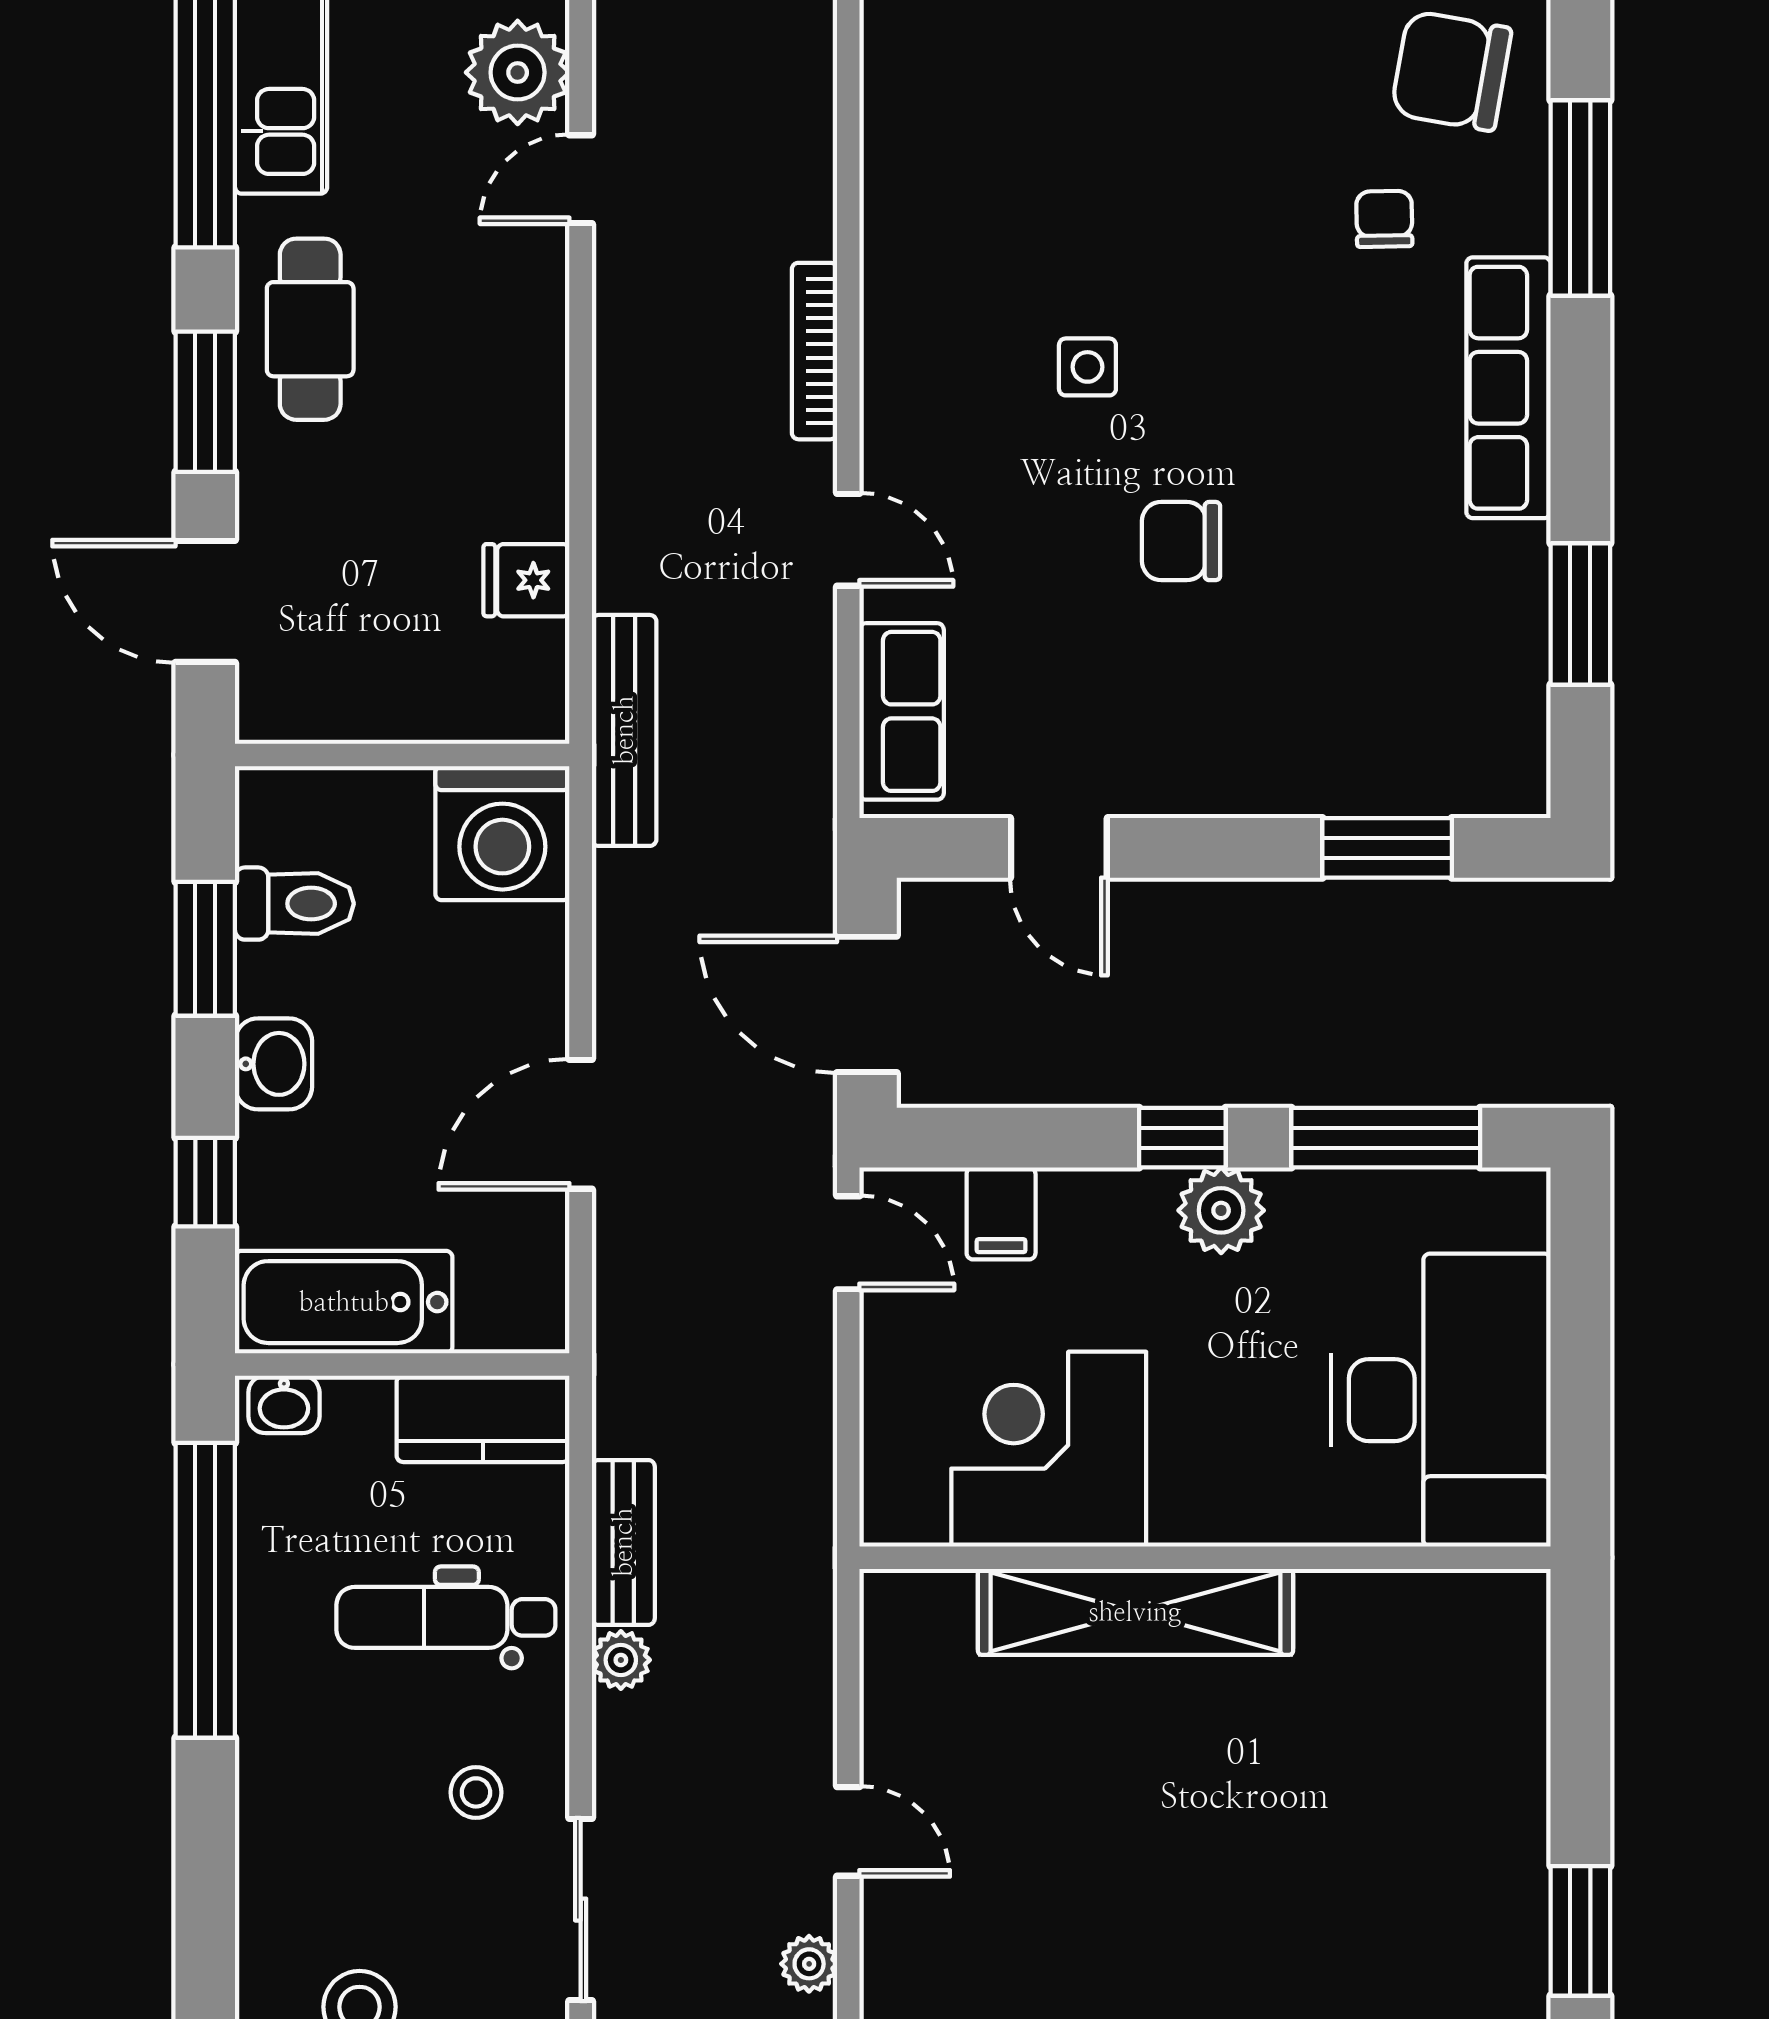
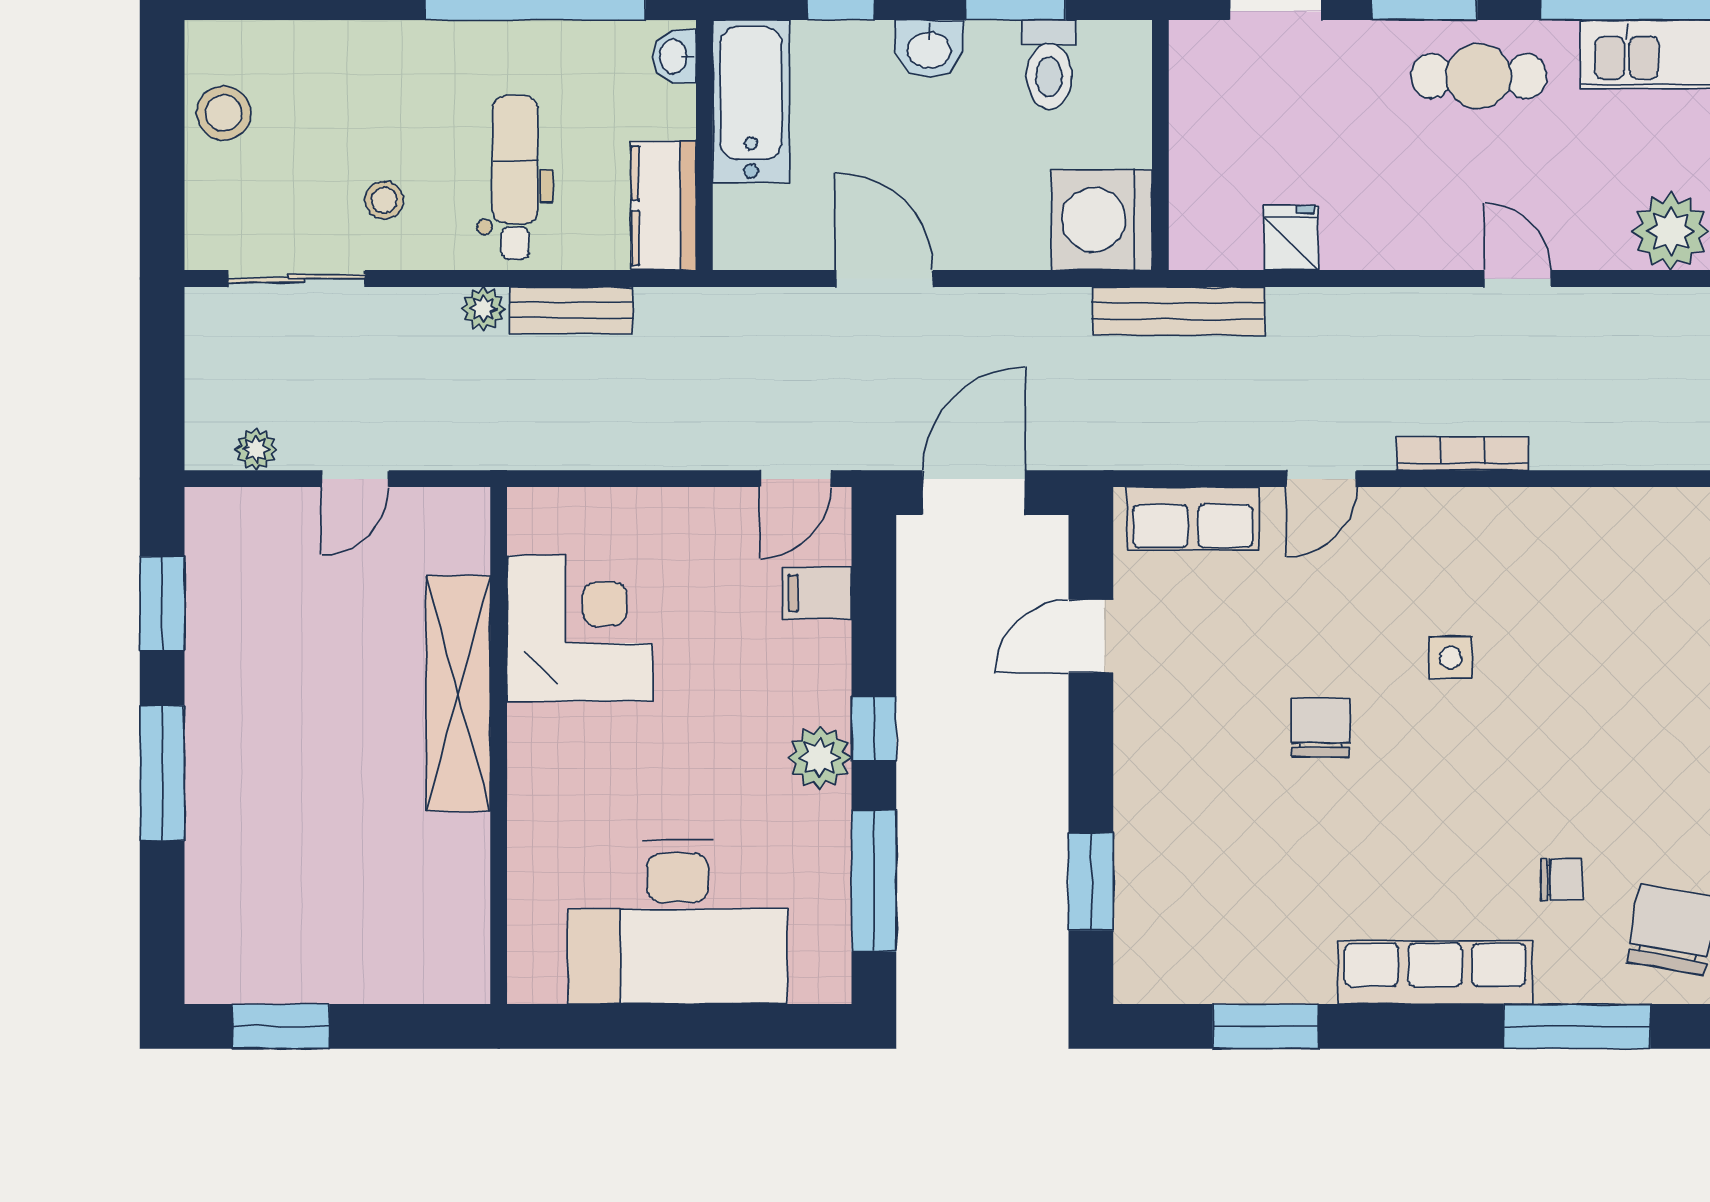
door: (581, 179) -> (1518, 278), moved
corner desk: (1049, 1449) -> (580, 629), moved
wall: (1205, 1558) -> (499, 746), moved
shelving: (1135, 1612) -> (458, 694), moved

